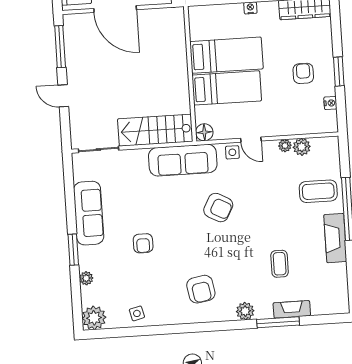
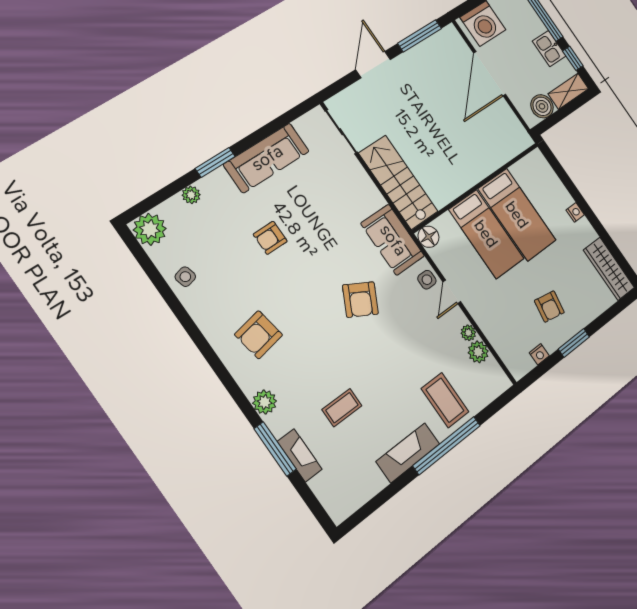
armchair: (303, 73) -> (549, 307), turned 100
door: (63, 96) -> (373, 65), width x1.38
sofa: (183, 160) -> (393, 240), width x0.73

